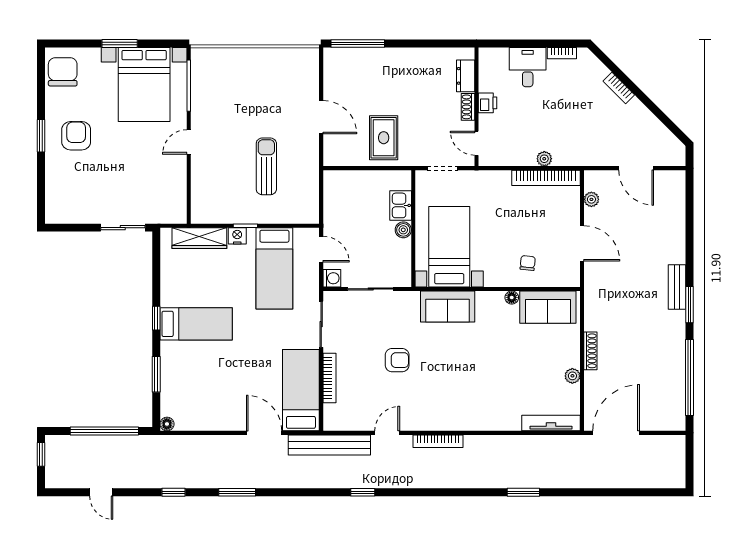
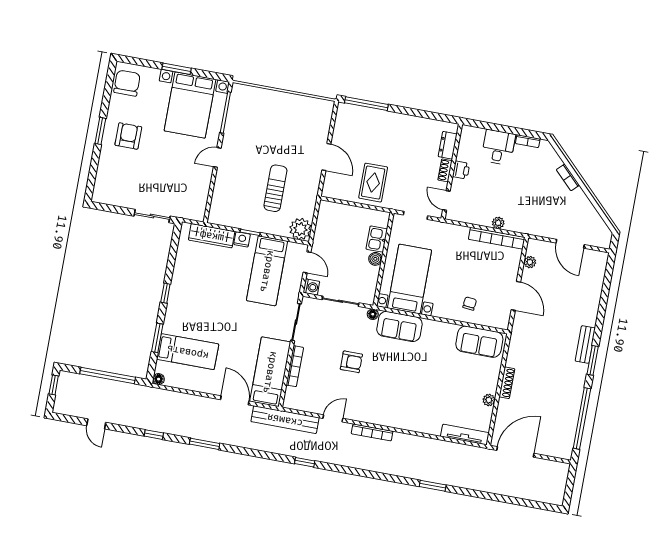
plant: (306, 210) -> (300, 229), added
floor lamp: (512, 298) -> (373, 314), moved
bed: (196, 324) -> (188, 352), moved

